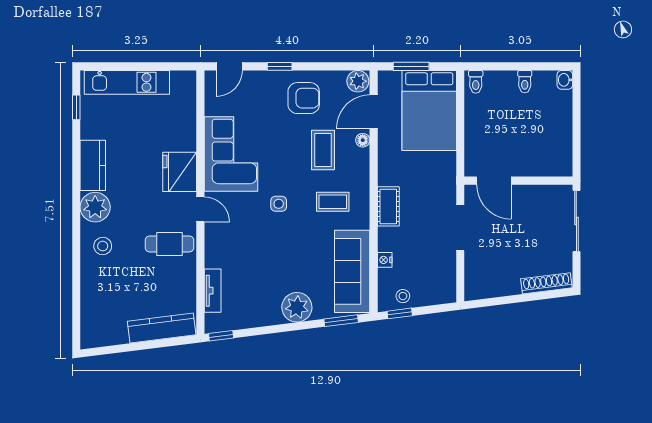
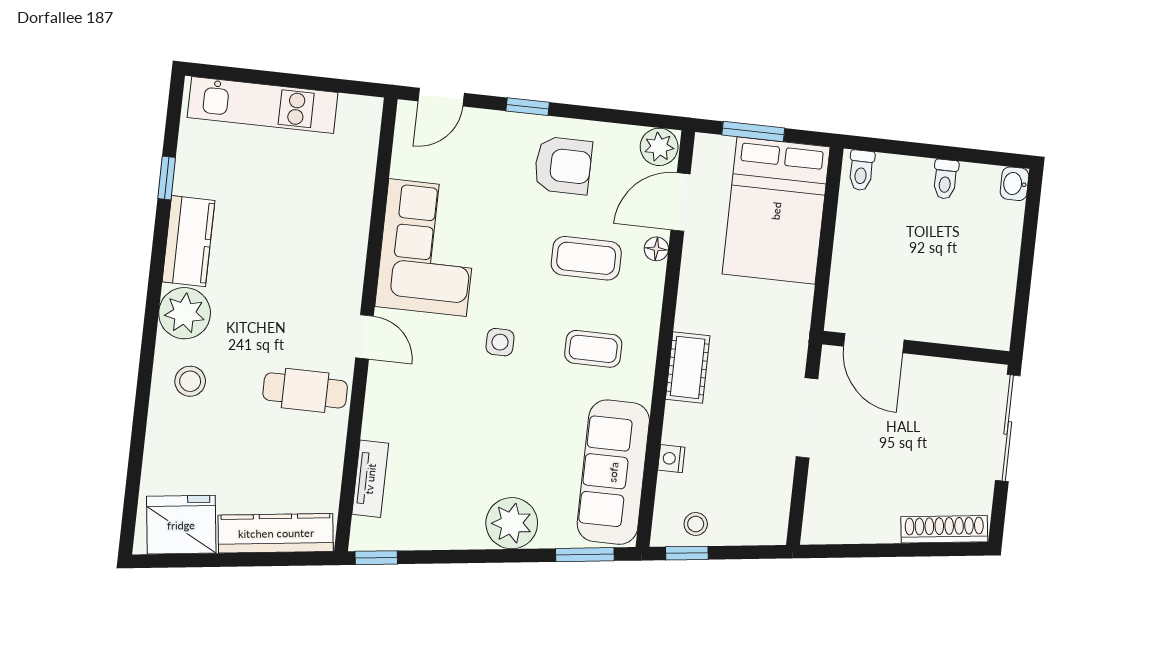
window: (76, 107) -> (167, 178), moved
coffee table: (323, 150) -> (586, 258), turned 90
fridge: (180, 172) -> (181, 525), moved, turned 83

